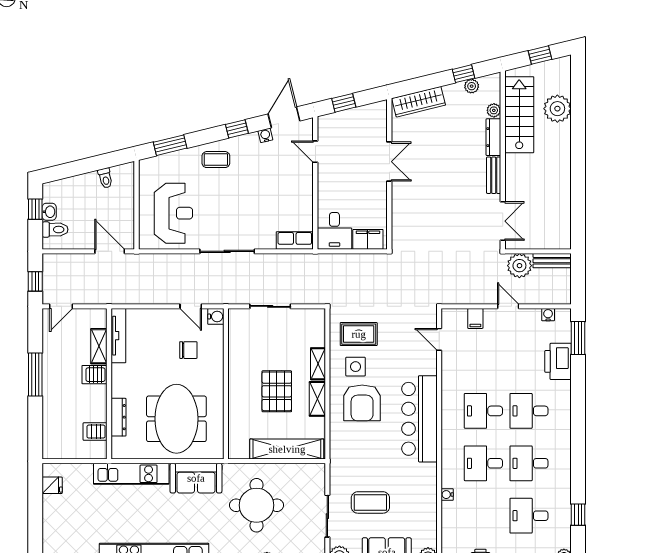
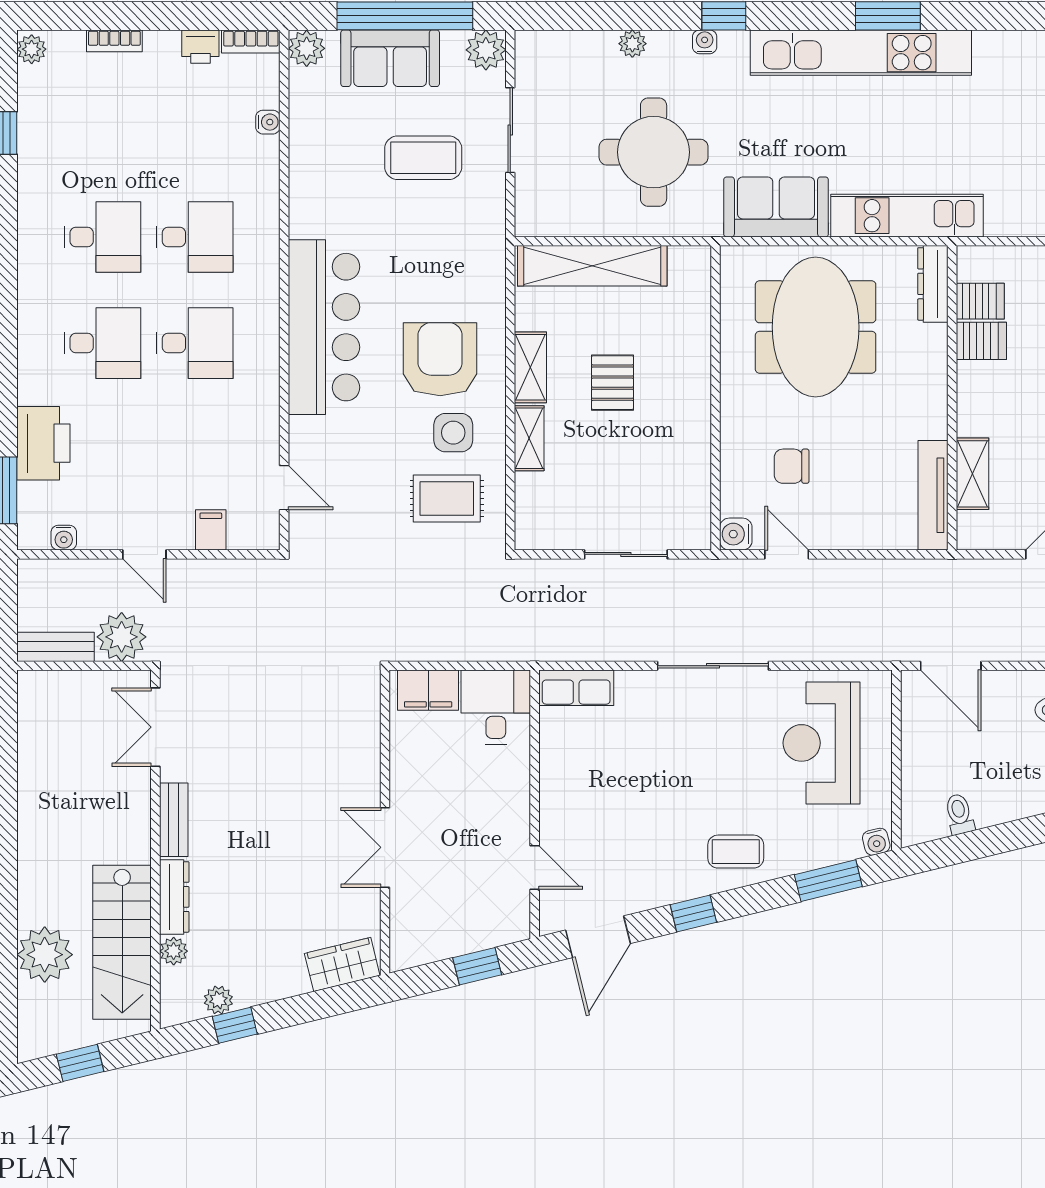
wardrobe: (419, 102) -> (342, 964), width x0.67
water cooler: (265, 135) -> (876, 842), moved
server rack: (95, 375) -> (981, 341), moved
pallet: (277, 391) -> (612, 383), width x0.67, depth x0.71
dresser: (118, 417) -> (933, 284), moved
water cooler: (447, 495) -> (268, 122), moved
desk: (529, 516) -> (102, 131), removed

